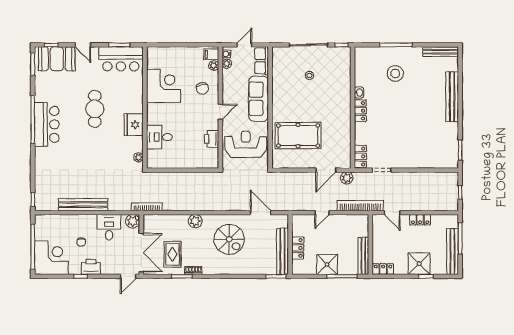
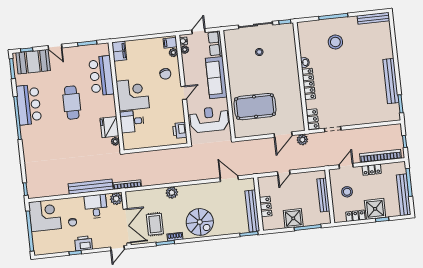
filing cabinet: (154, 57) -> (119, 51), added
bar counter: (121, 59) -> (101, 76), moved, turned 90
corner desk: (164, 86) -> (133, 95), moved
bench: (452, 97) -> (391, 81), moved
locker: (360, 111) -> (309, 84), width x1.53
bar counter: (47, 124) -> (29, 105), moved
fridge: (134, 125) -> (109, 127), moved
printer: (212, 139) -> (180, 130), moved
bench: (83, 205) -> (91, 187), moved
bookcase: (360, 206) -> (380, 156), moved
door: (392, 213) -> (346, 166), swing flipped
spiral stairs: (229, 239) -> (200, 222), moved
stool: (390, 241) -> (347, 192), added
bench: (363, 256) -> (323, 195), moved
corner desk: (51, 258) -> (45, 215), moved
locker: (383, 269) -> (355, 216), moved

